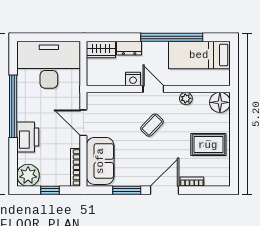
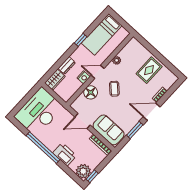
window: (172, 37) -> (81, 40), width x0.32
floor lamp: (220, 102) -> (91, 92), moved
window: (50, 190) -> (92, 176), moved
door: (164, 190) -> (152, 112), hinge flipped

